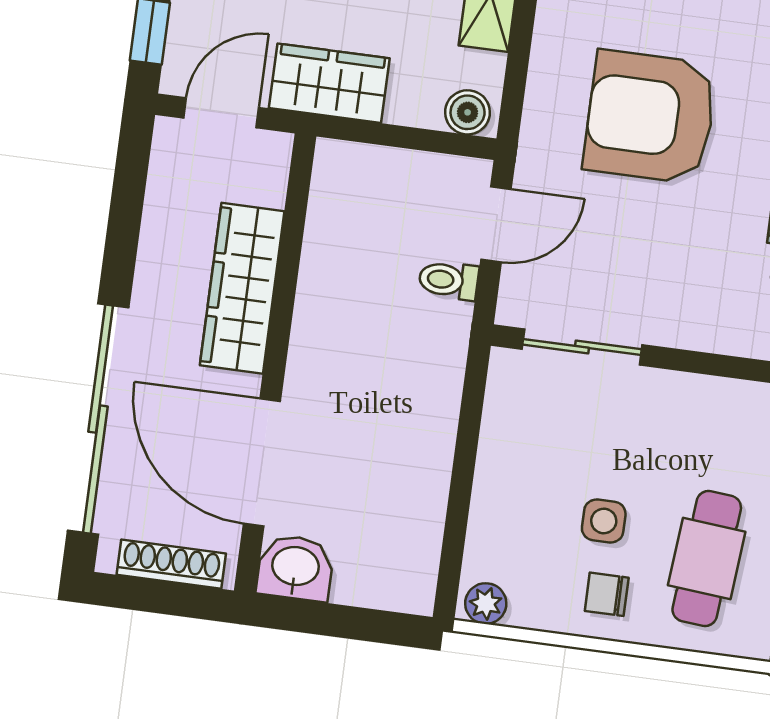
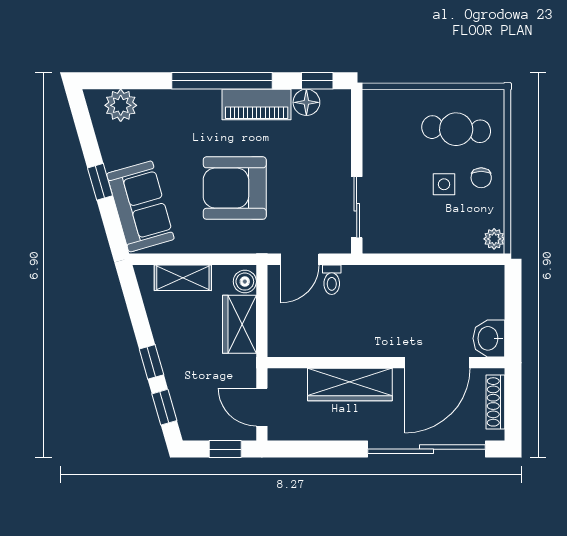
wardrobe: (329, 83) -> (239, 324), moved
armchair: (650, 117) -> (235, 188), turned 90
door: (496, 224) -> (300, 259), swing flipped

